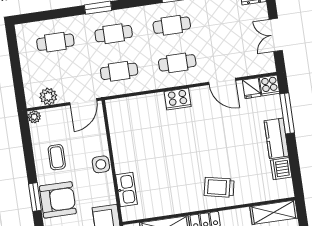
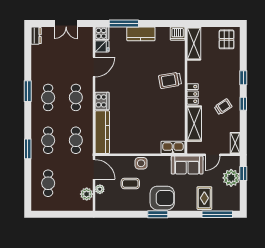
kitchen counter: (135, 106) -> (102, 132), added
plant: (34, 117) -> (100, 189), moved
coffee table: (57, 157) -> (130, 183), moved
dishwasher: (281, 169) -> (178, 34), moved
trolley: (219, 187) -> (170, 80), turned 68
kitchen sink: (127, 189) -> (173, 147), moved
armchair: (58, 200) -> (162, 198), turned 90

